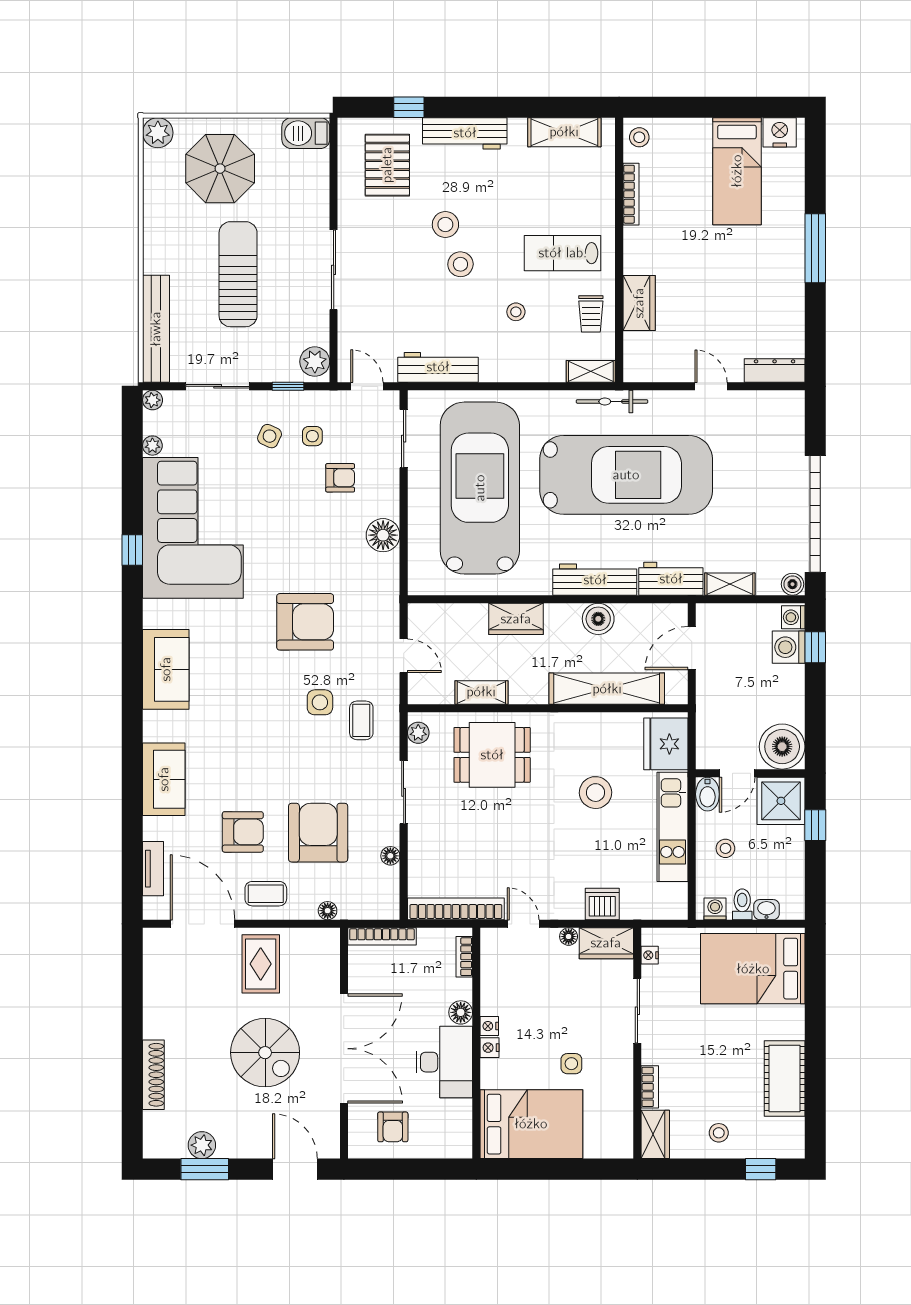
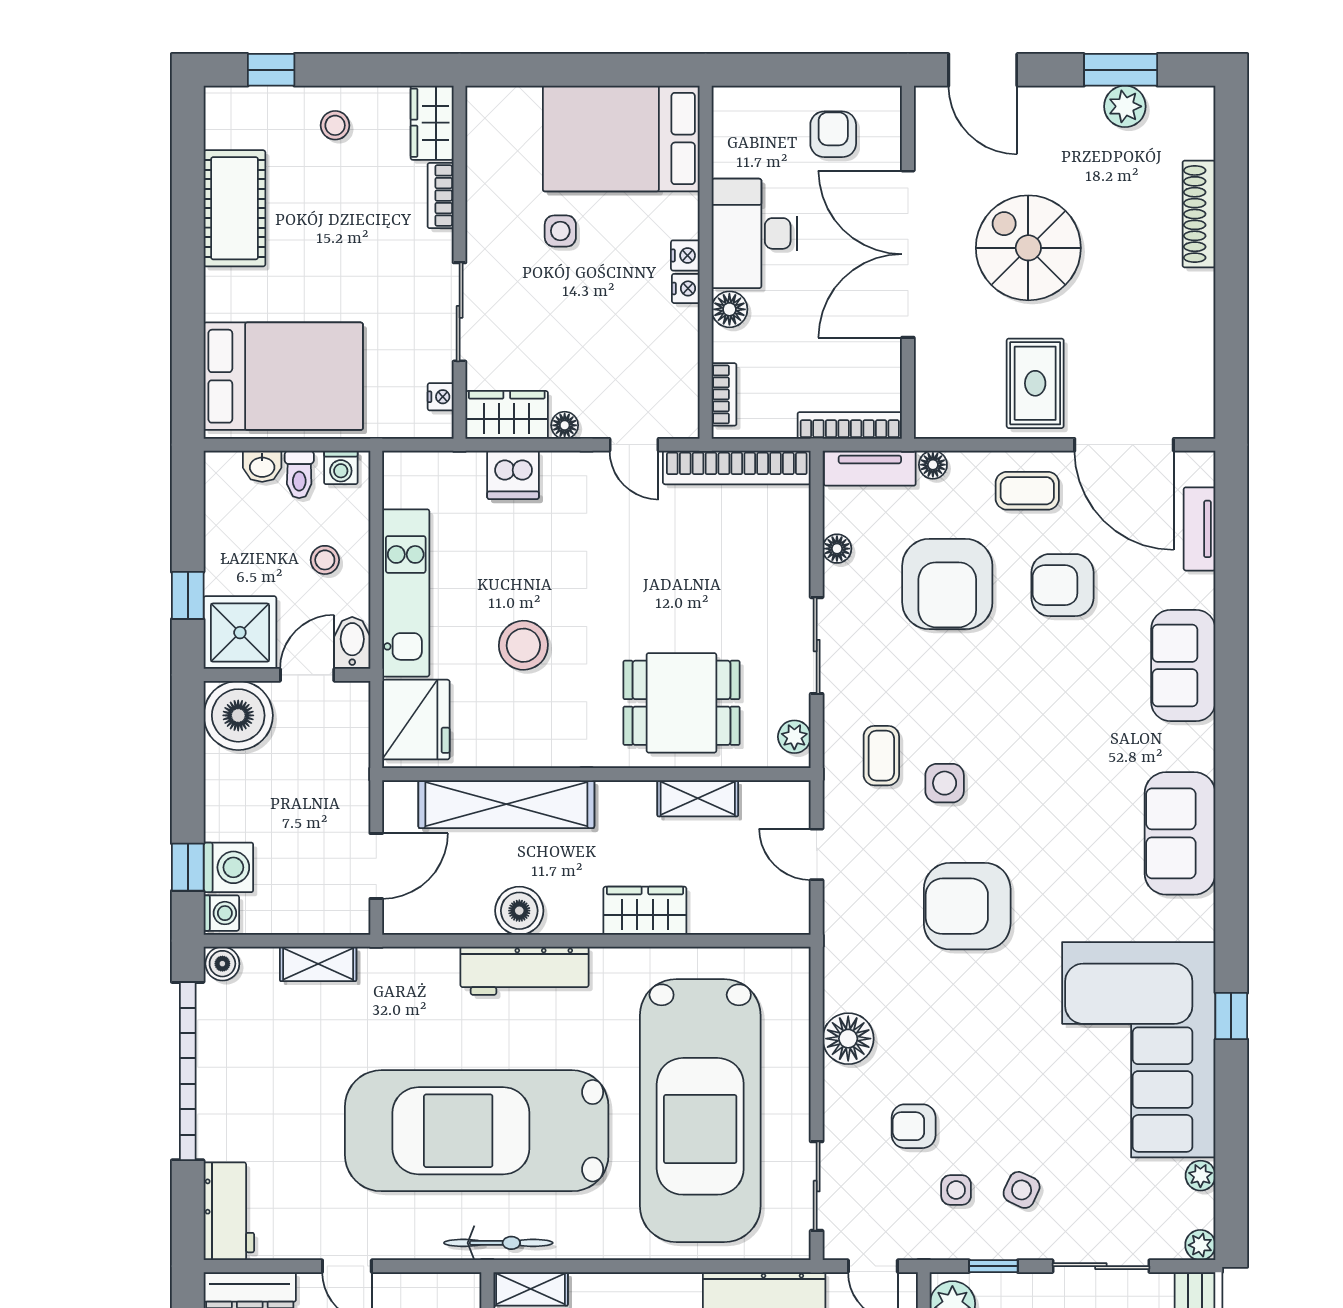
workbench: (671, 579) -> (229, 1211), moved, turned -90
tv unit: (369, 908) -> (870, 468), added

